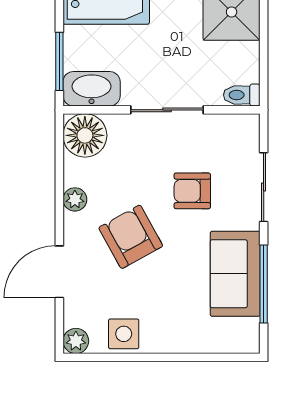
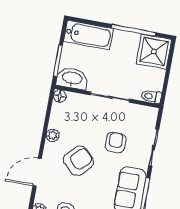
floor lamp: (85, 135) -> (60, 96), width x0.53, depth x0.53
armchair: (192, 191) -> (116, 142), turned 90
armchair: (131, 237) -> (78, 161), turned 73

